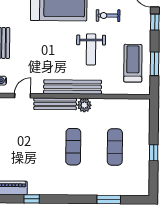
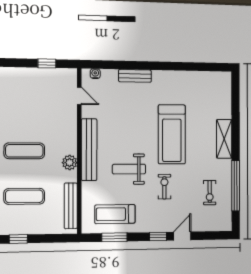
treadmill: (133, 63) -> (115, 214), turned 180
bench: (55, 104) -> (71, 206), moved

